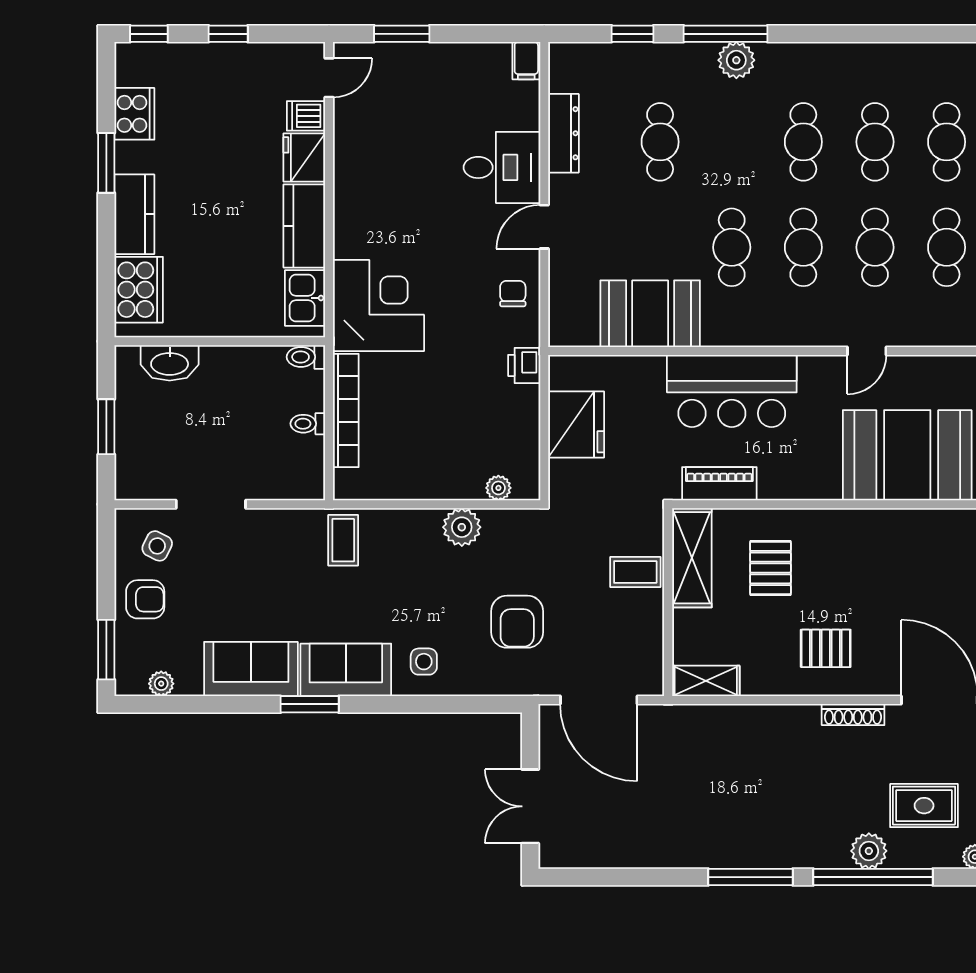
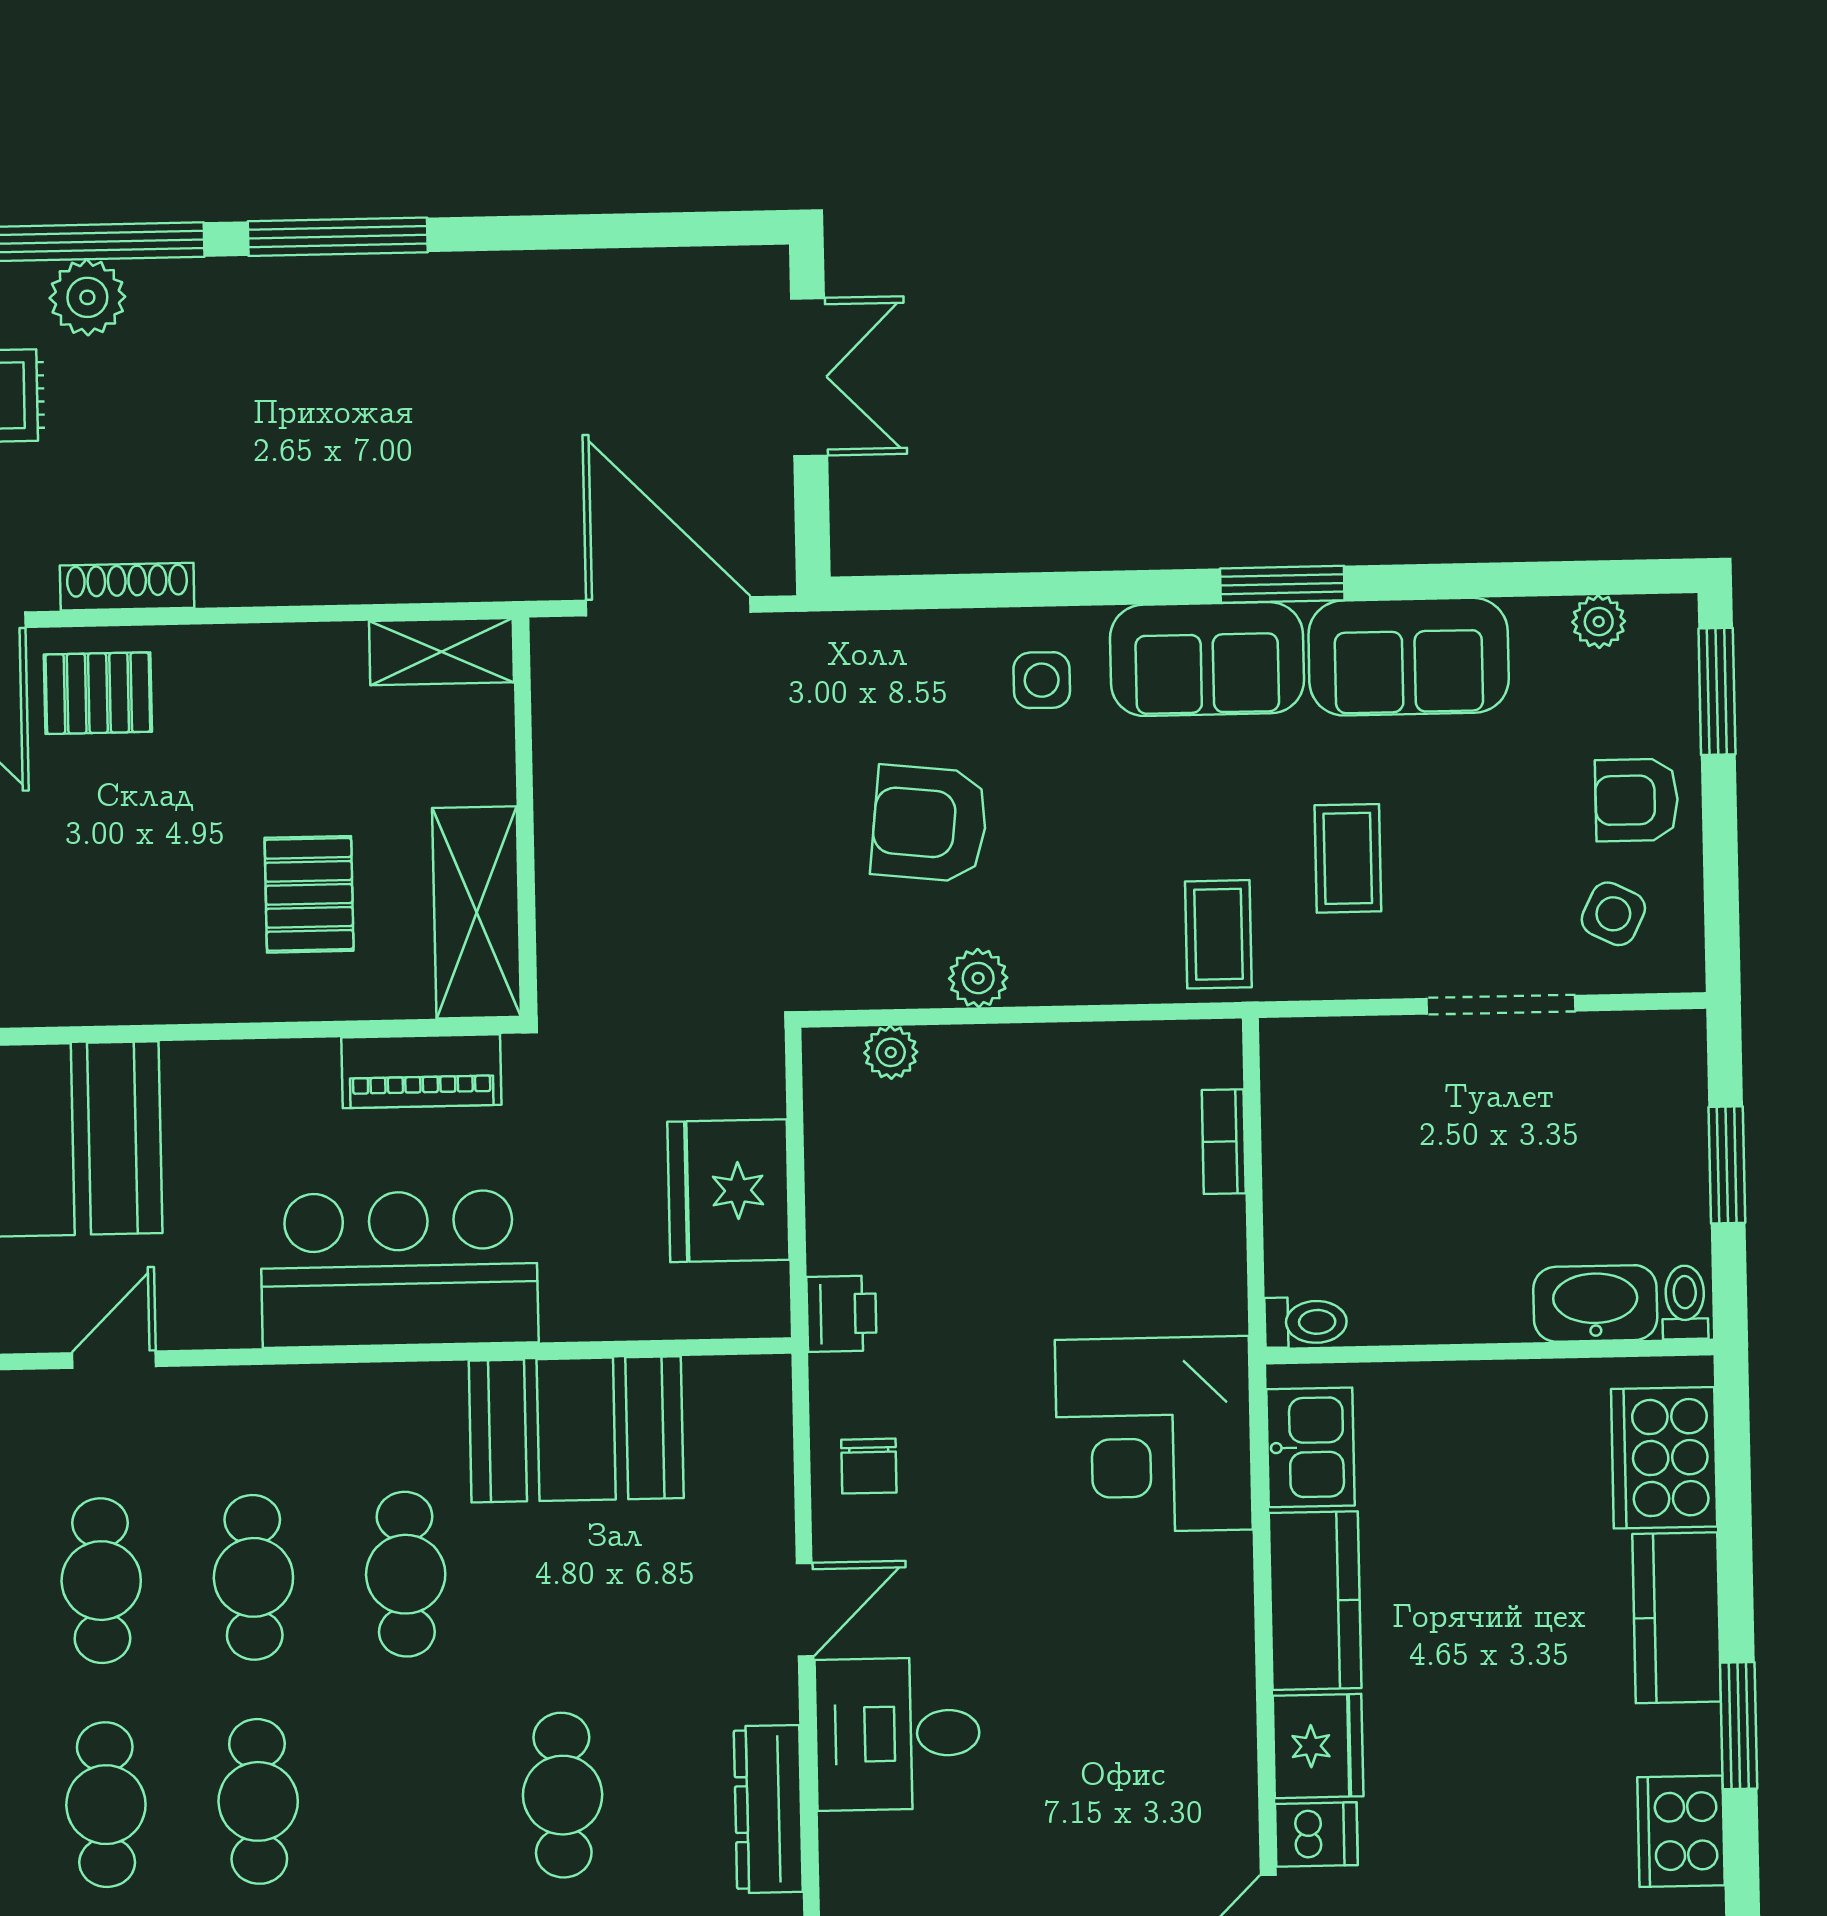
bookcase: (346, 410) -> (1224, 1142), width x0.43, depth x0.76
toilet: (308, 424) -> (1685, 1302), moved, turned -90
plant: (462, 527) -> (978, 978), width x0.73, depth x0.73
coffee table: (635, 572) -> (1348, 858), moved, turned 90
armchair: (517, 622) -> (930, 824), moved, turned -84
pallet: (826, 648) -> (98, 693), moved

